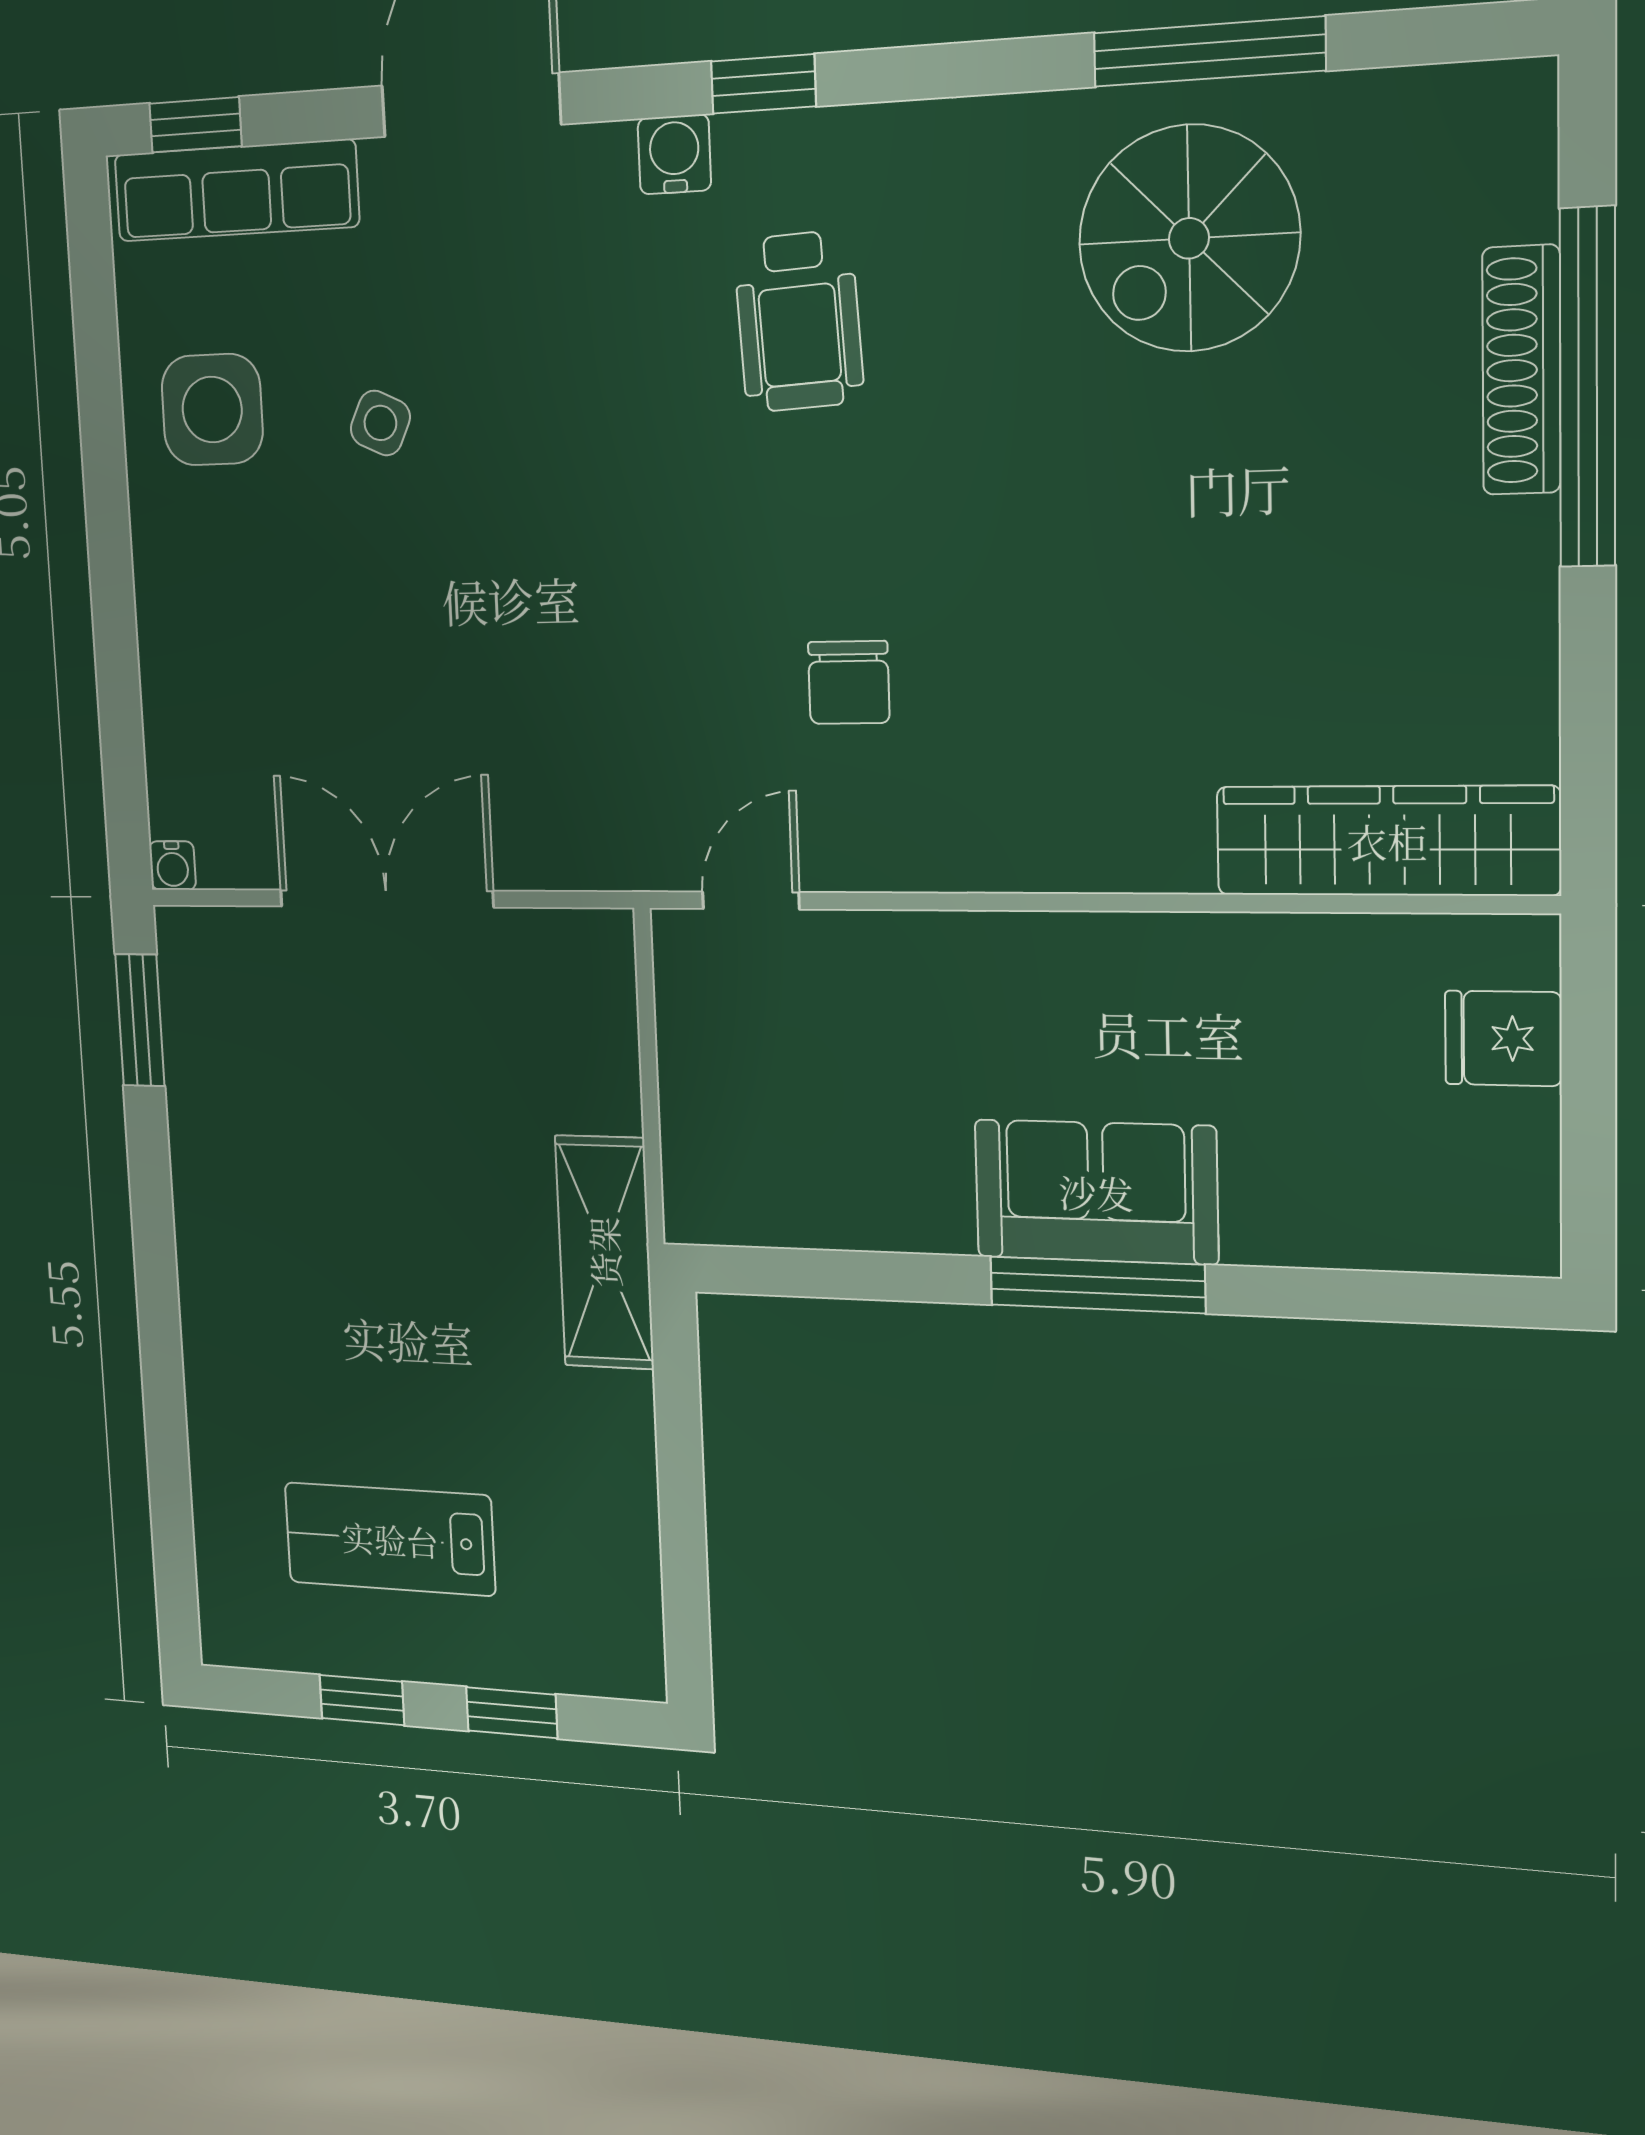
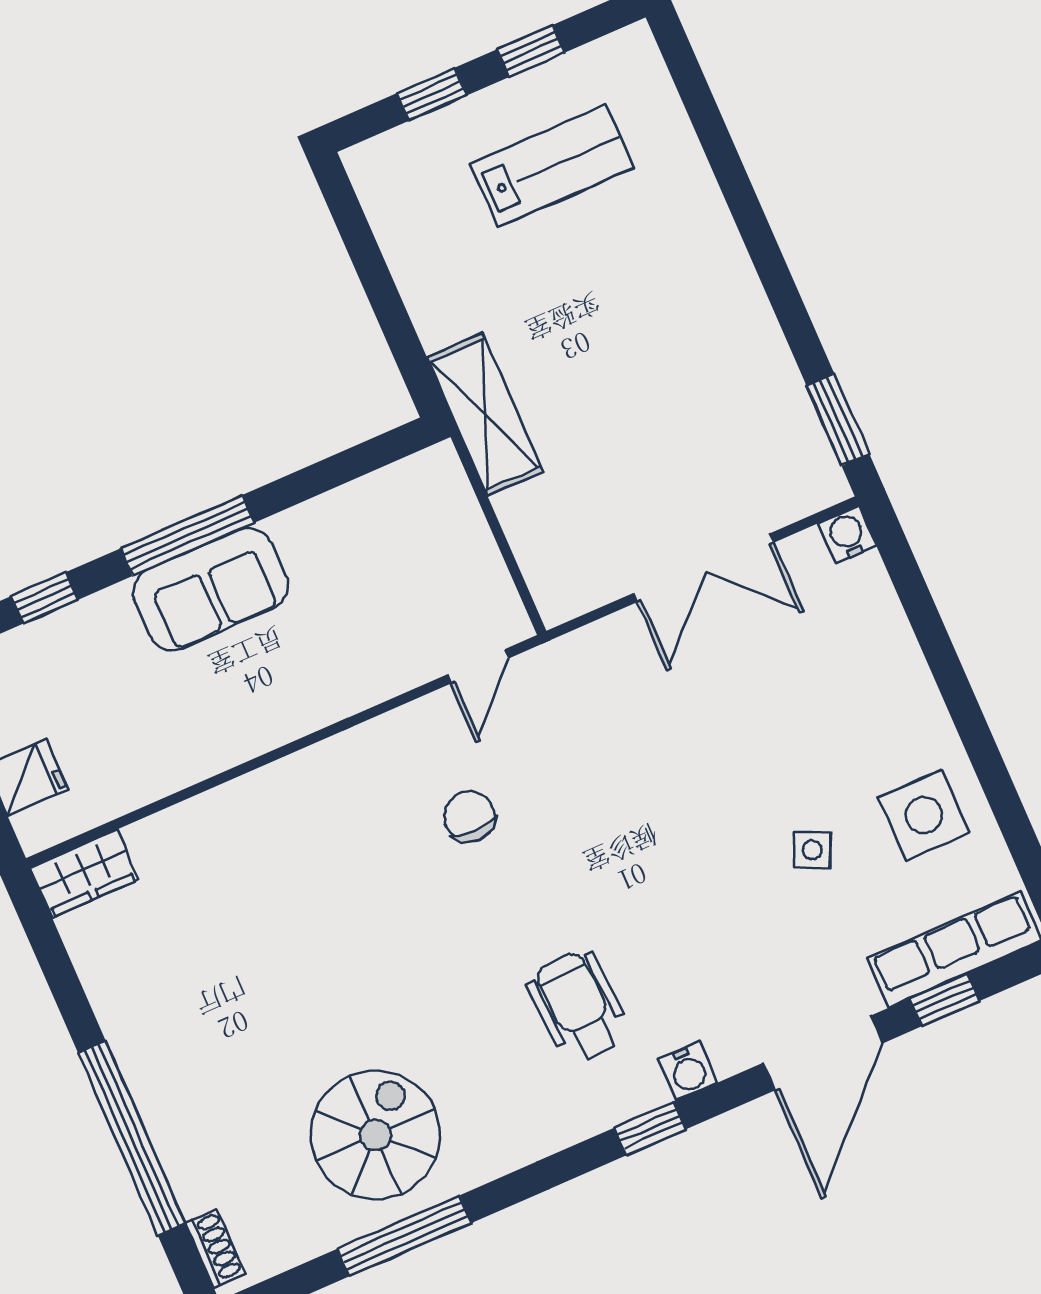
window: (195, 125) -> (944, 1000), moved
shoe rack: (1521, 370) -> (215, 1248), moved, width x0.51, depth x0.81
wardrobe: (1387, 841) -> (84, 874), width x0.48, depth x0.85
water cooler: (173, 866) -> (847, 535), width x1.38, depth x1.38
window: (1354, 1295) -> (45, 598), added

